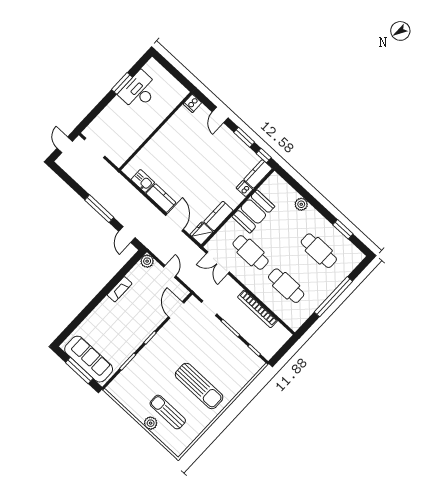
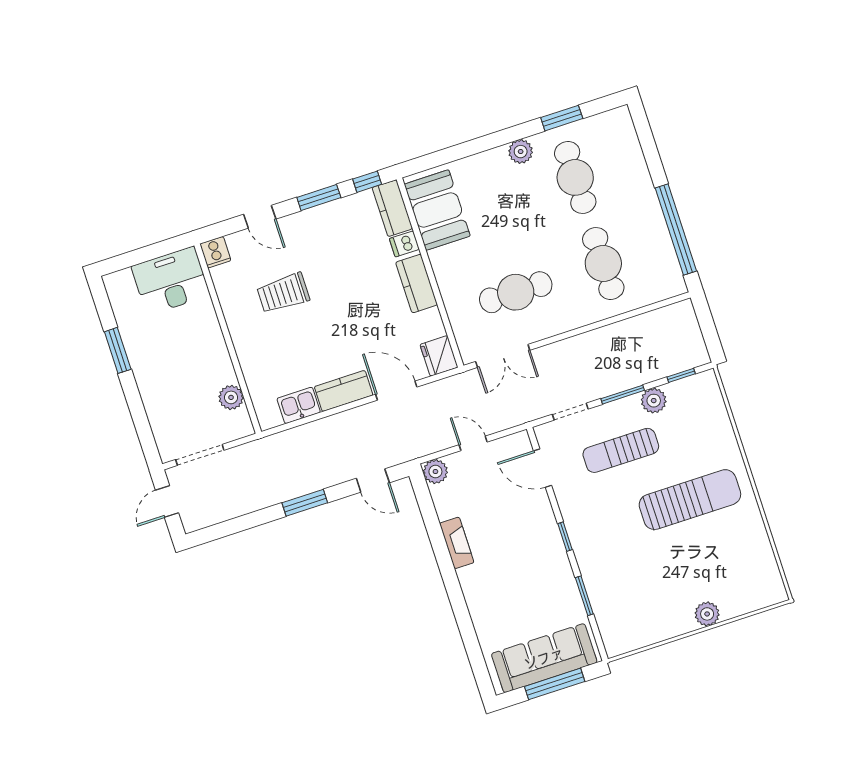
desk: (139, 91) -> (171, 281), moved, turned 90
door: (65, 145) -> (167, 501), hinge flipped
trolley: (191, 145) -> (283, 293), added
plant: (129, 148) -> (231, 397), added
plant: (301, 204) -> (521, 152), moved
window: (99, 209) -> (305, 503), width x0.69
booth: (253, 211) -> (437, 210), moved
kitchen counter: (218, 216) -> (417, 284), moved
cafe table: (319, 251) -> (575, 177), turned 90
cafe table: (286, 286) -> (603, 264), turned 90
window: (333, 297) -> (676, 230), moved
bookcase: (257, 309) -> (615, 332), removed
plant: (236, 344) -> (654, 401), added
sun lounger: (168, 412) -> (621, 450), moved

